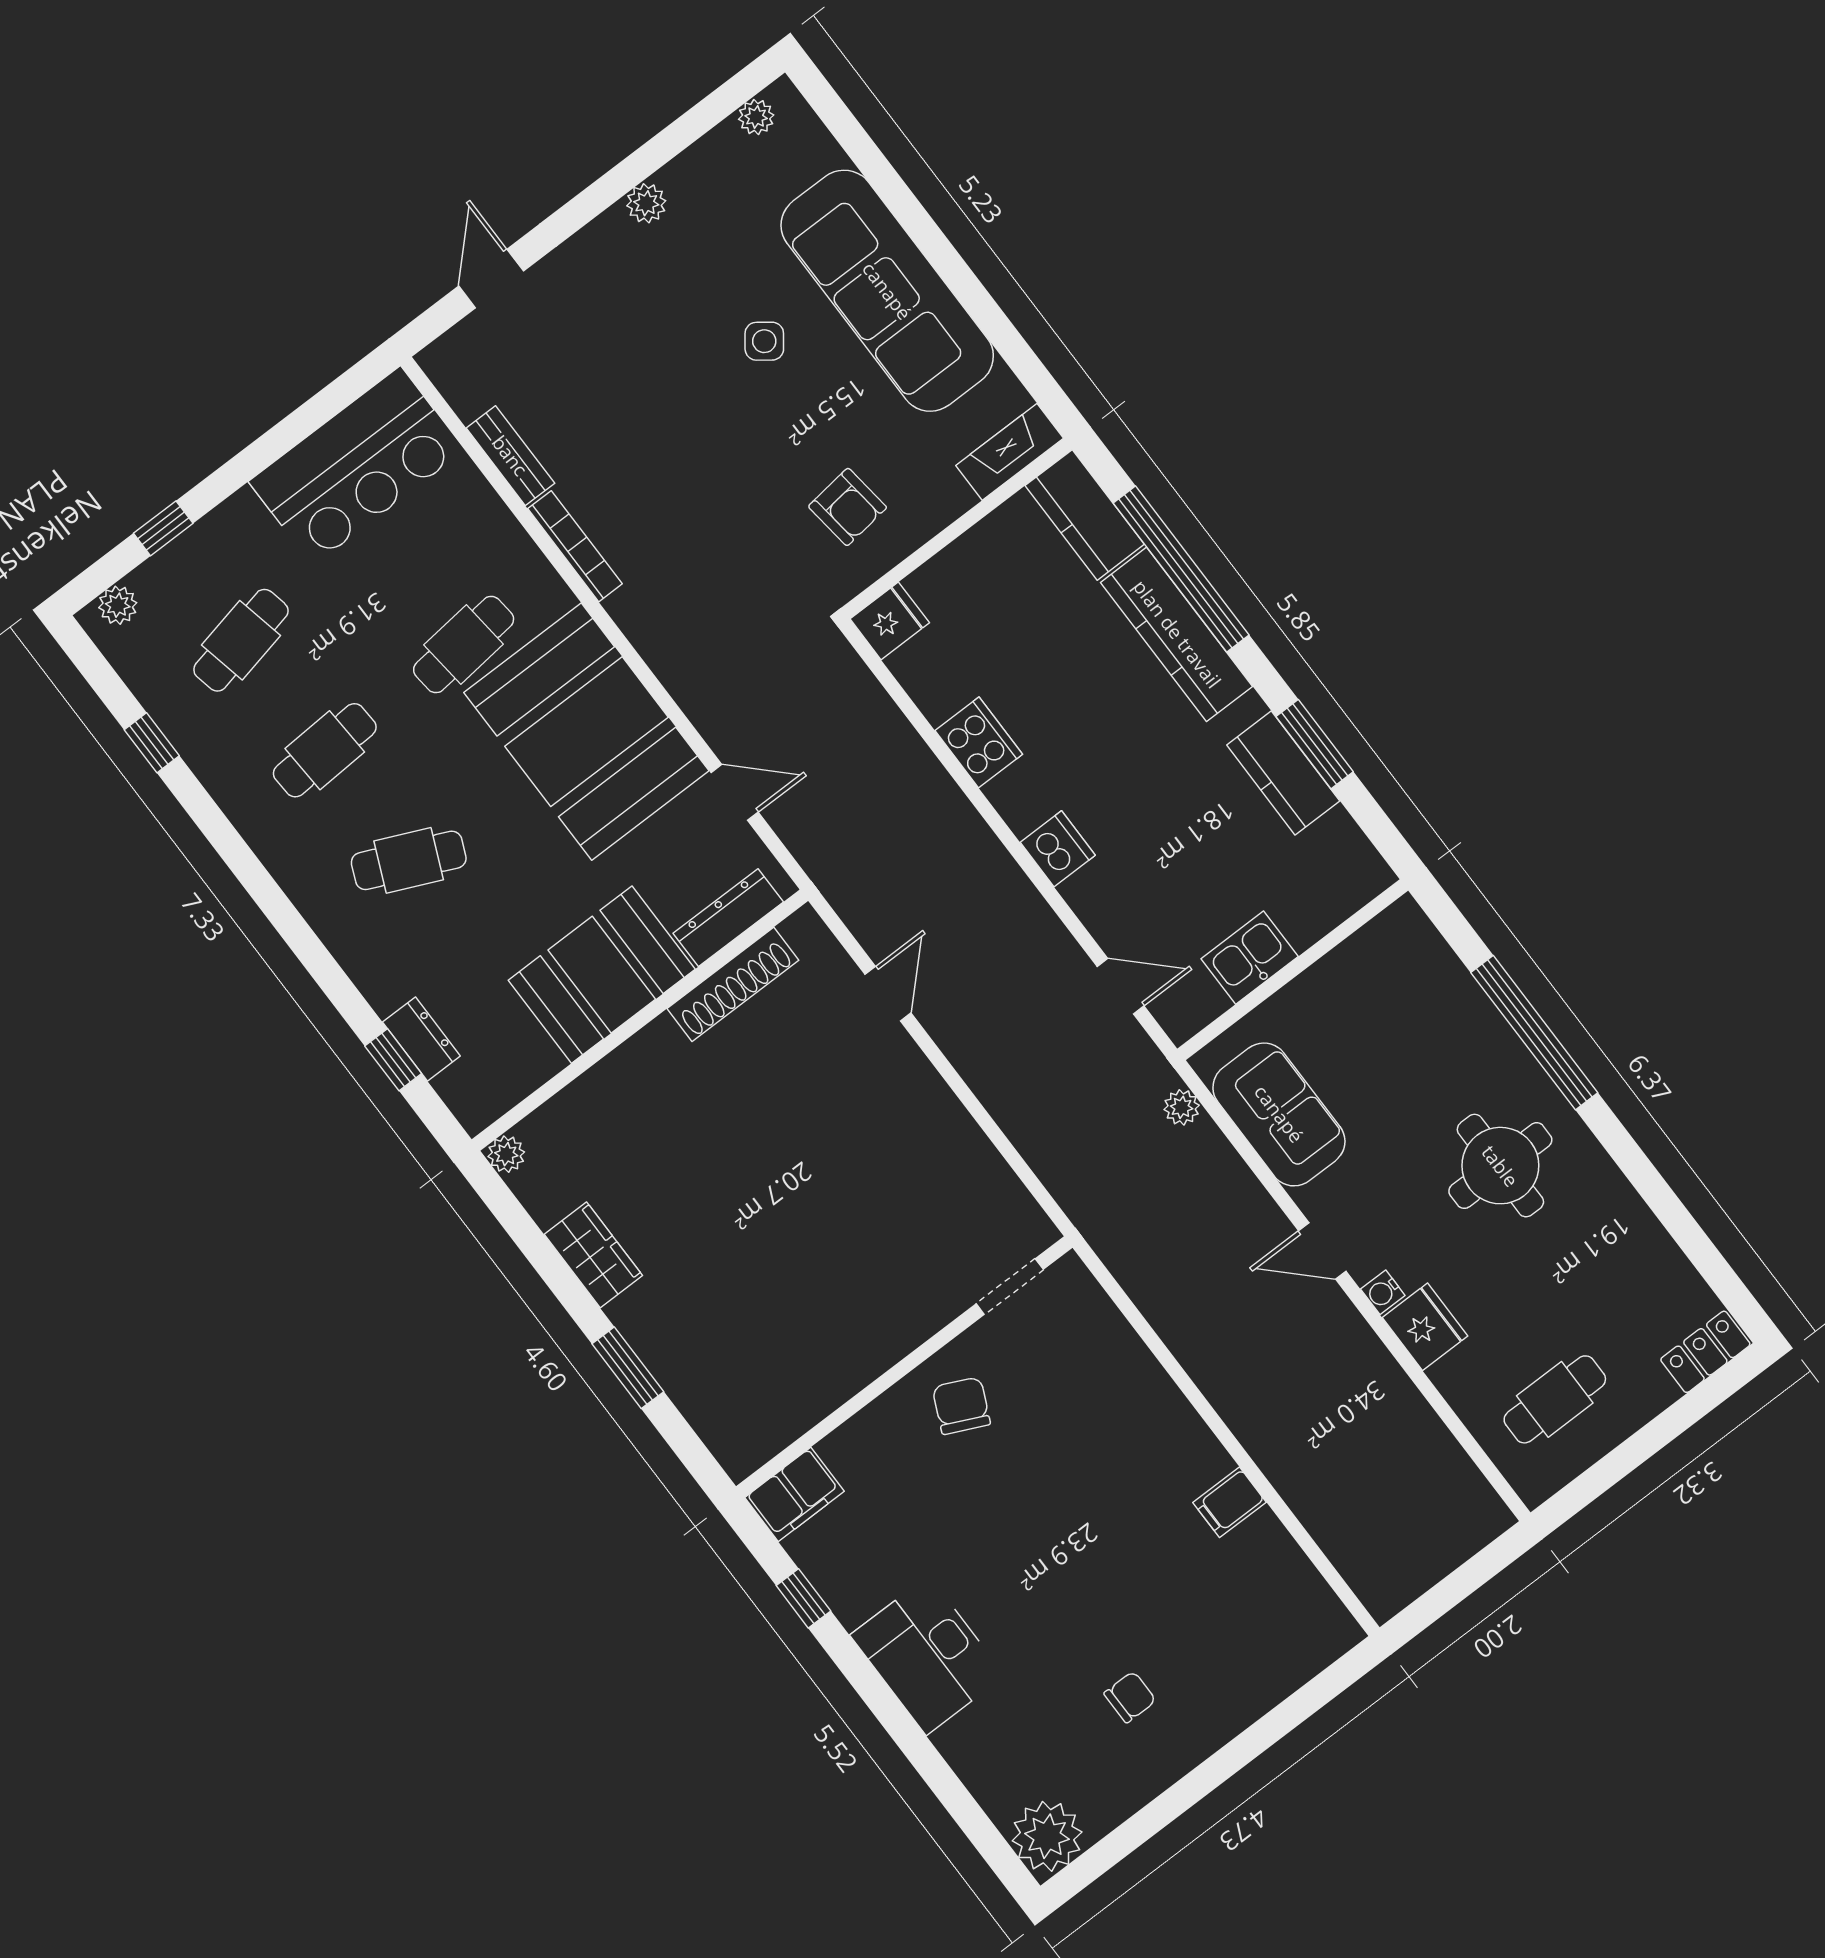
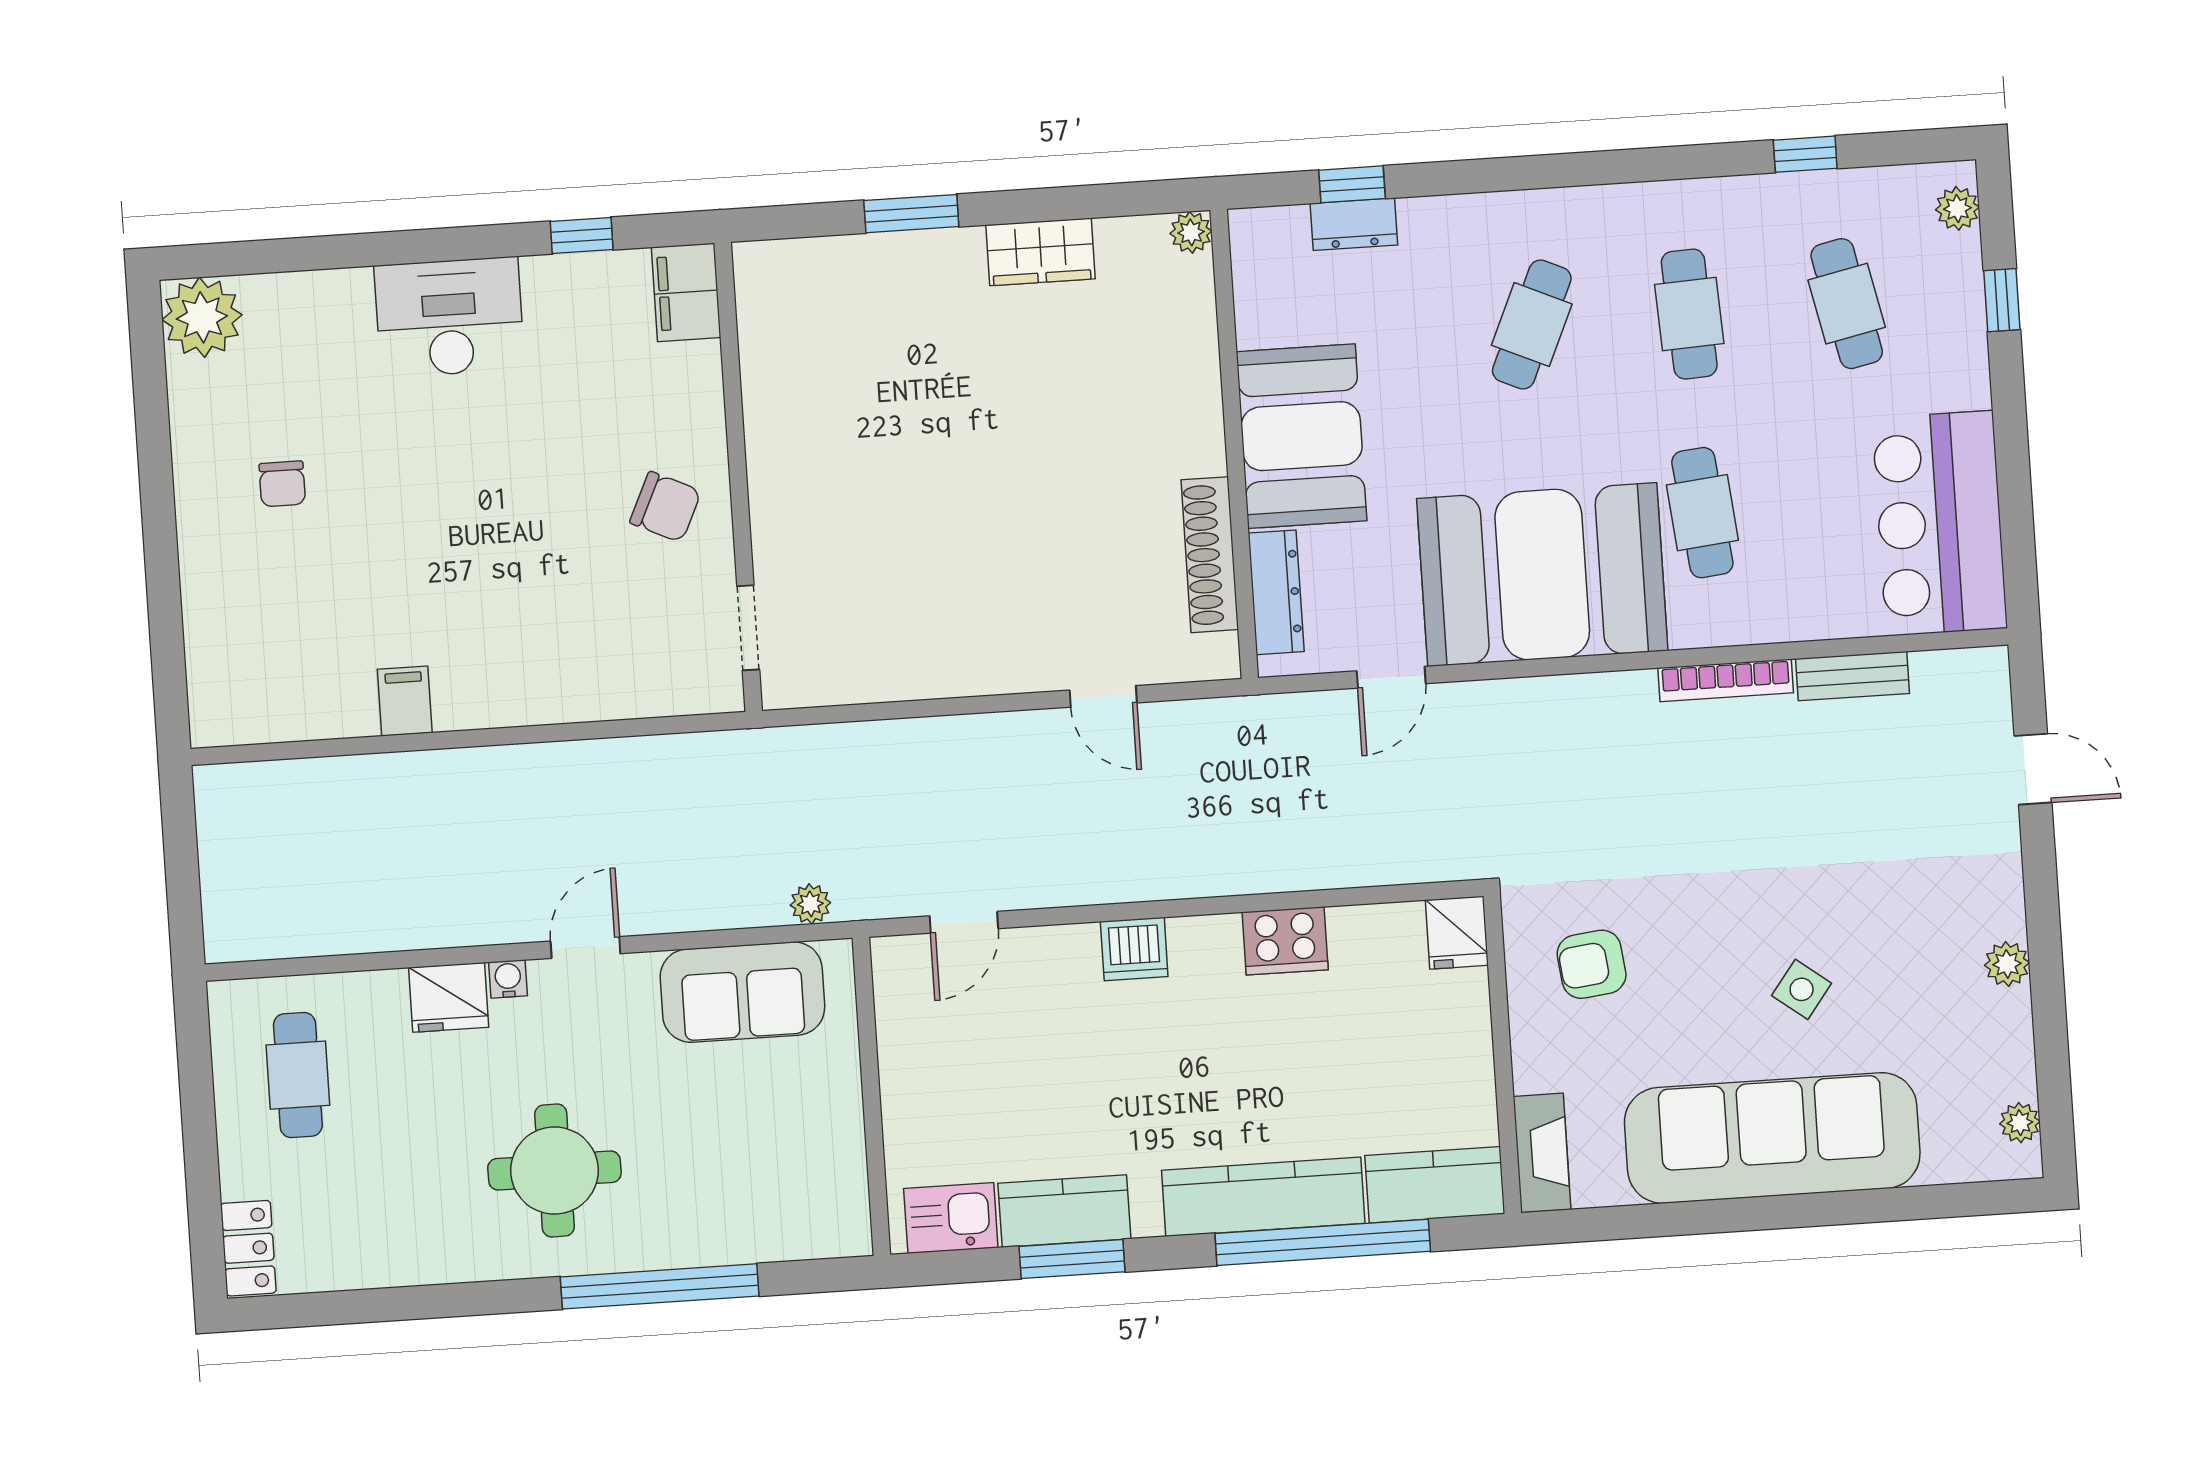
kitchen sink: (1250, 958) -> (951, 1218), moved, turned -90

